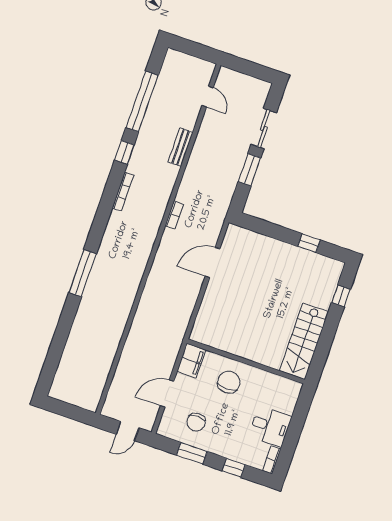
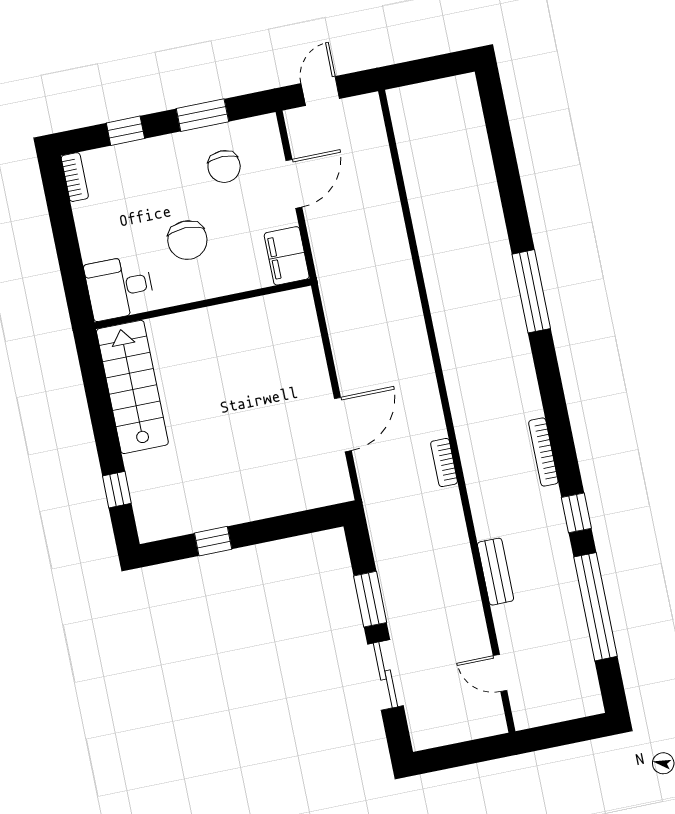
chair: (229, 382) -> (187, 240), moved
chair: (196, 422) -> (224, 167), turned 180
desk: (270, 426) -> (120, 287), moved

